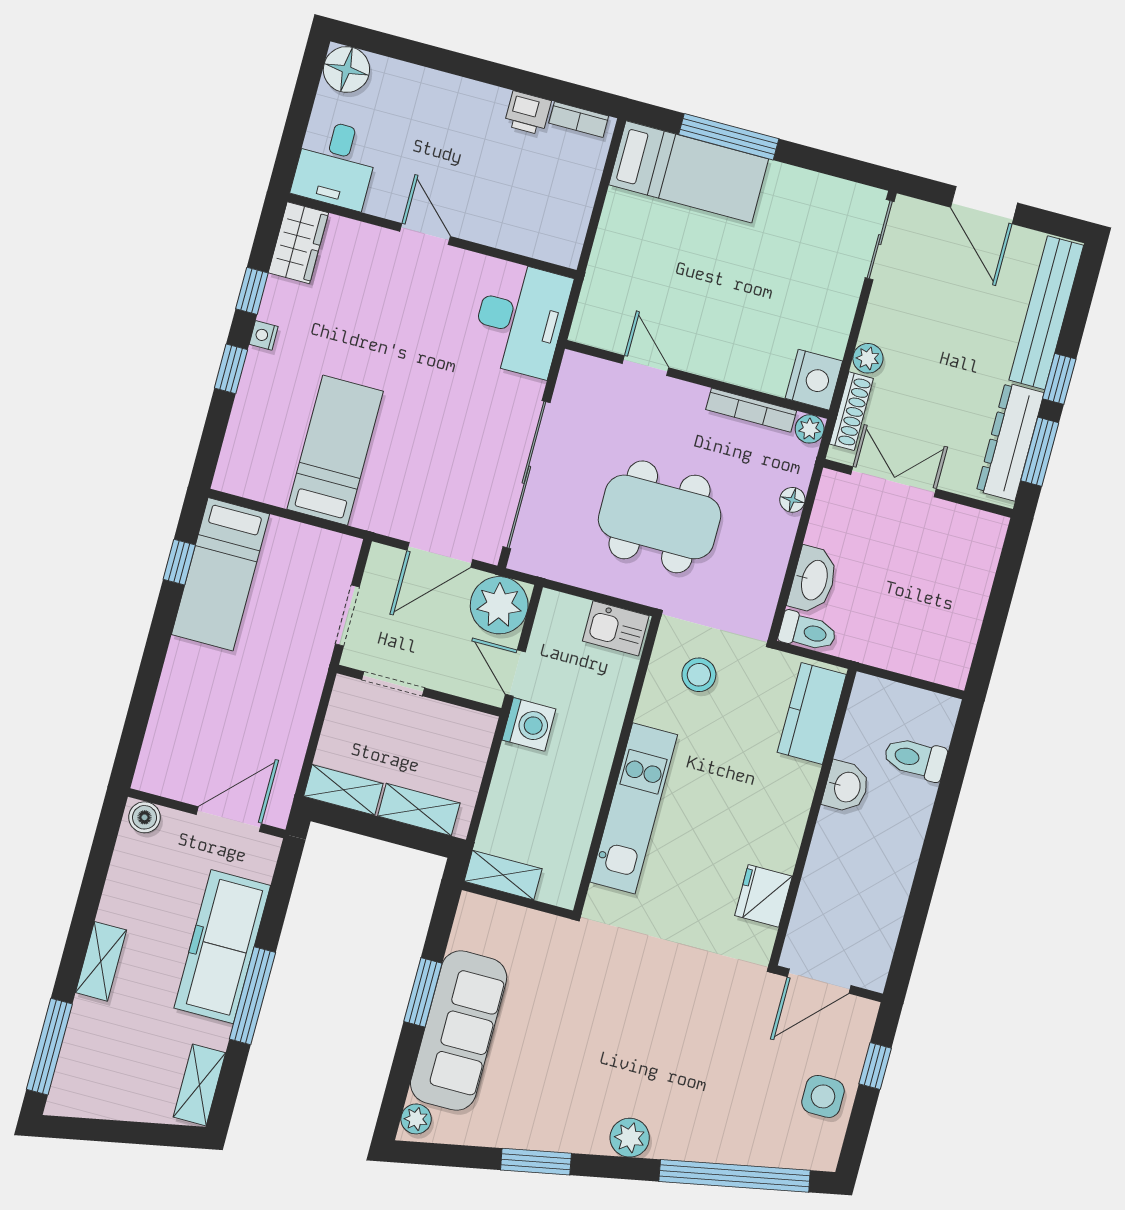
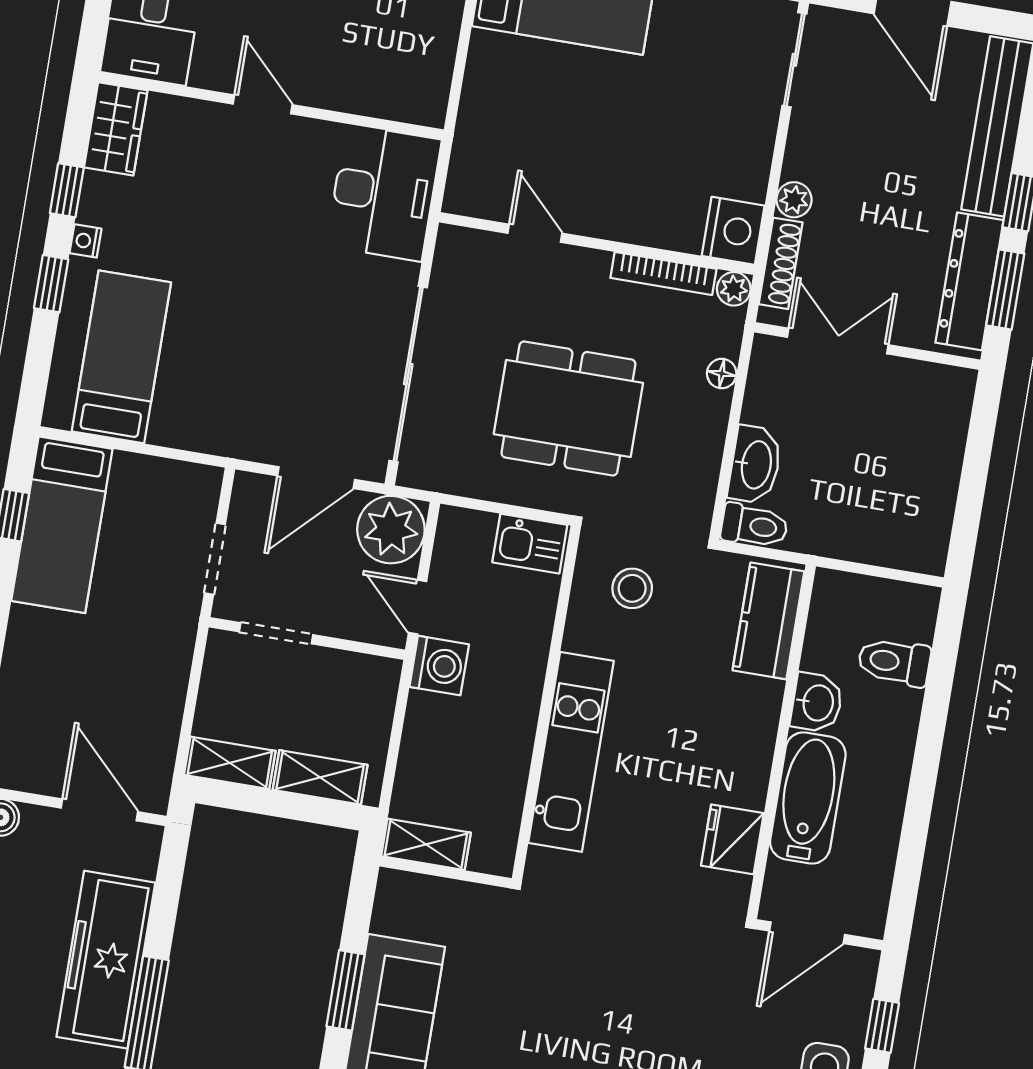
bed: (335, 450) -> (121, 357), moved
door: (229, 819) -> (99, 810), hinge flipped
bathtub: (831, 867) -> (808, 798), added

